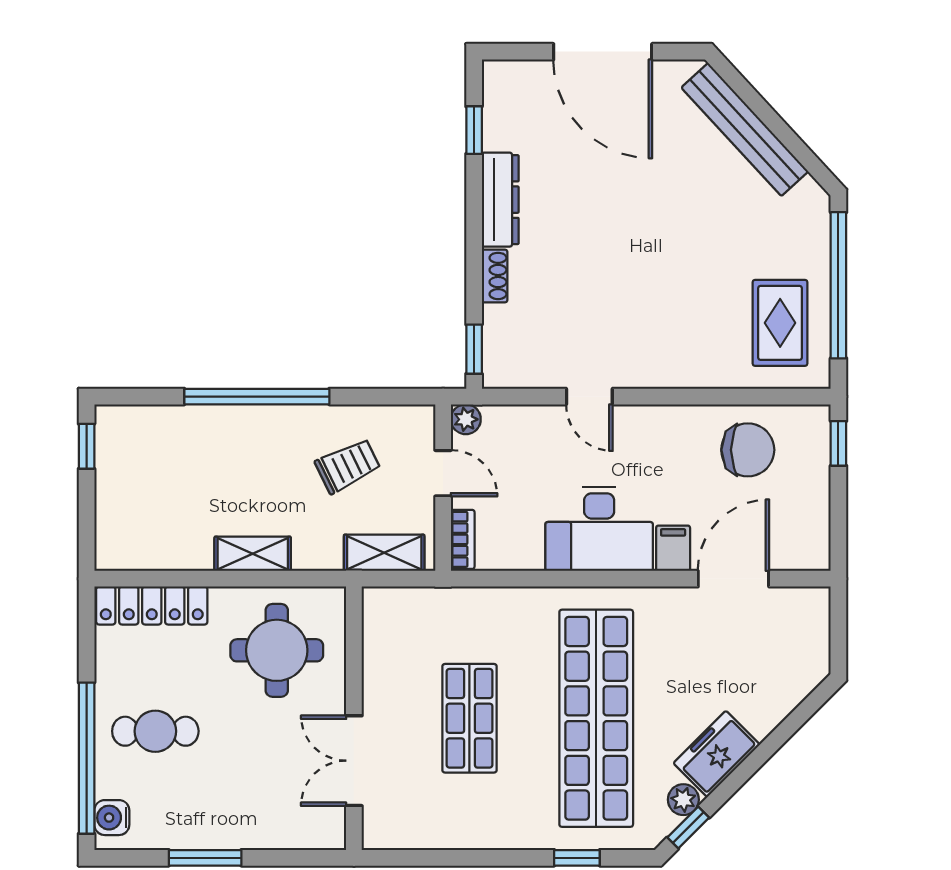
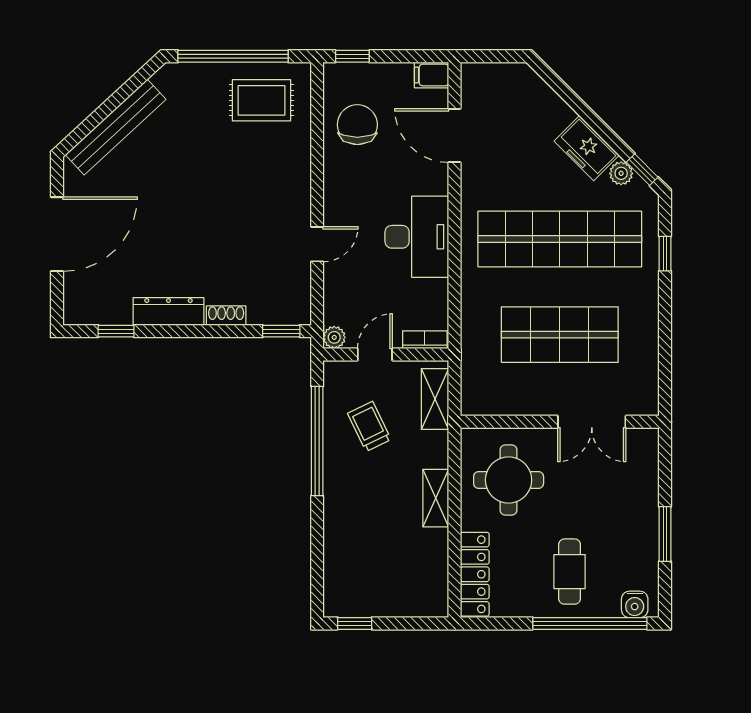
window: (257, 397) -> (317, 441), moved
filing cabinet: (673, 548) -> (432, 75), moved
shop shelf: (469, 718) -> (560, 335), width x1.43, depth x1.36

